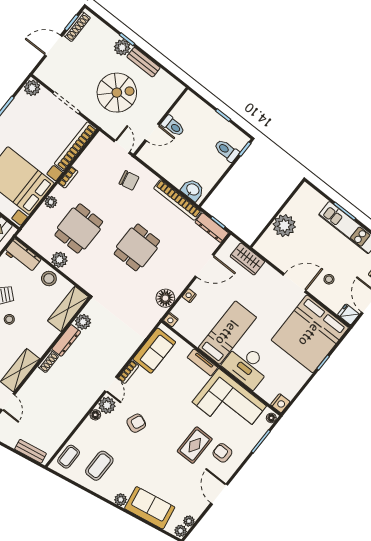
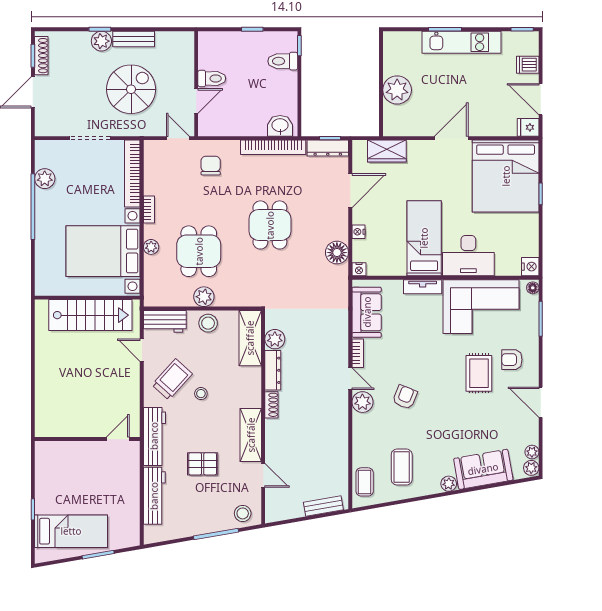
plant: (32, 88) -> (45, 179), moved
chair: (129, 180) -> (211, 166), turned -78
stool: (329, 279) -> (482, 108), removed
floor lamp: (95, 415) -> (359, 420), removed

